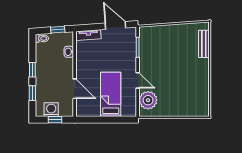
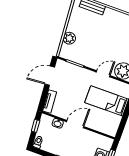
plant: (162, 32) -> (69, 38), added
door: (75, 89) -> (75, 124), moved

